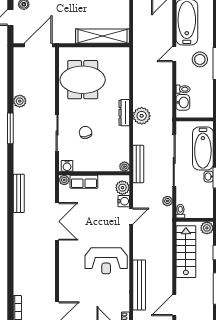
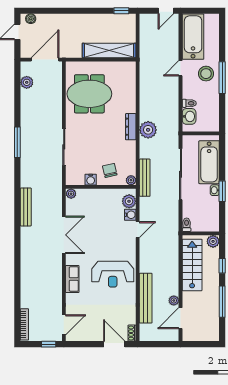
plant: (20, 101) -> (27, 82), moved
chair: (85, 132) -> (110, 170), moved
water cooler: (67, 166) -> (91, 180), moved
row of seats: (84, 182) -> (72, 279), moved, turned -90
plant: (167, 201) -> (174, 300), moved

